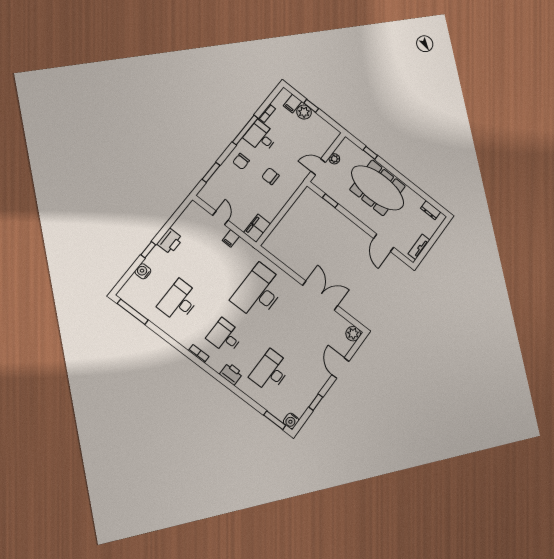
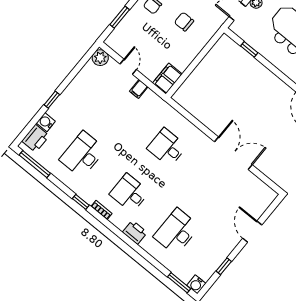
printer: (170, 241) -> (36, 138), moved
desk: (259, 292) -> (167, 147), width x0.53, depth x0.77
plant: (353, 334) -> (100, 58), moved
window: (178, 347) -> (81, 202), added

